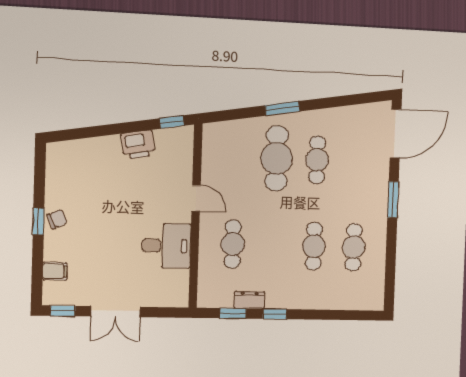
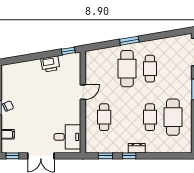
door: (196, 198) -> (83, 92), hinge flipped
desk: (166, 246) -> (67, 137), moved
cafe table: (354, 247) -> (173, 117), width x1.37, depth x1.35
dresser: (249, 300) -> (137, 148), moved

